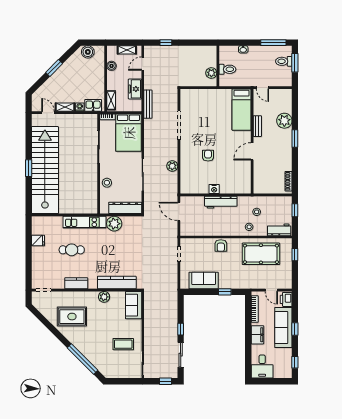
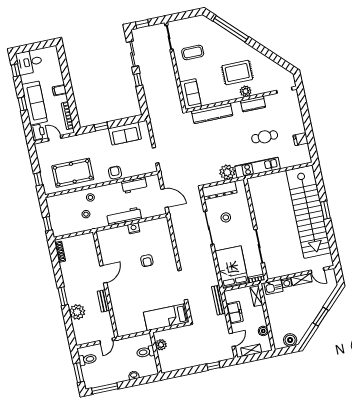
toilet: (284, 61) -> (88, 359), moved
door: (262, 88) -> (106, 341), swing flipped
bed: (242, 110) -> (166, 317), moved, turned -90
plant: (172, 166) -> (181, 243), removed
stool: (107, 183) -> (226, 217), moved
workbench: (279, 230) -> (134, 185), moved
plant: (104, 297) -> (246, 91), moved
rug: (72, 317) -> (237, 73), moved
filing cabinet: (257, 335) -> (59, 90), width x0.50
desk: (262, 367) -> (29, 62), moved, turned -90

